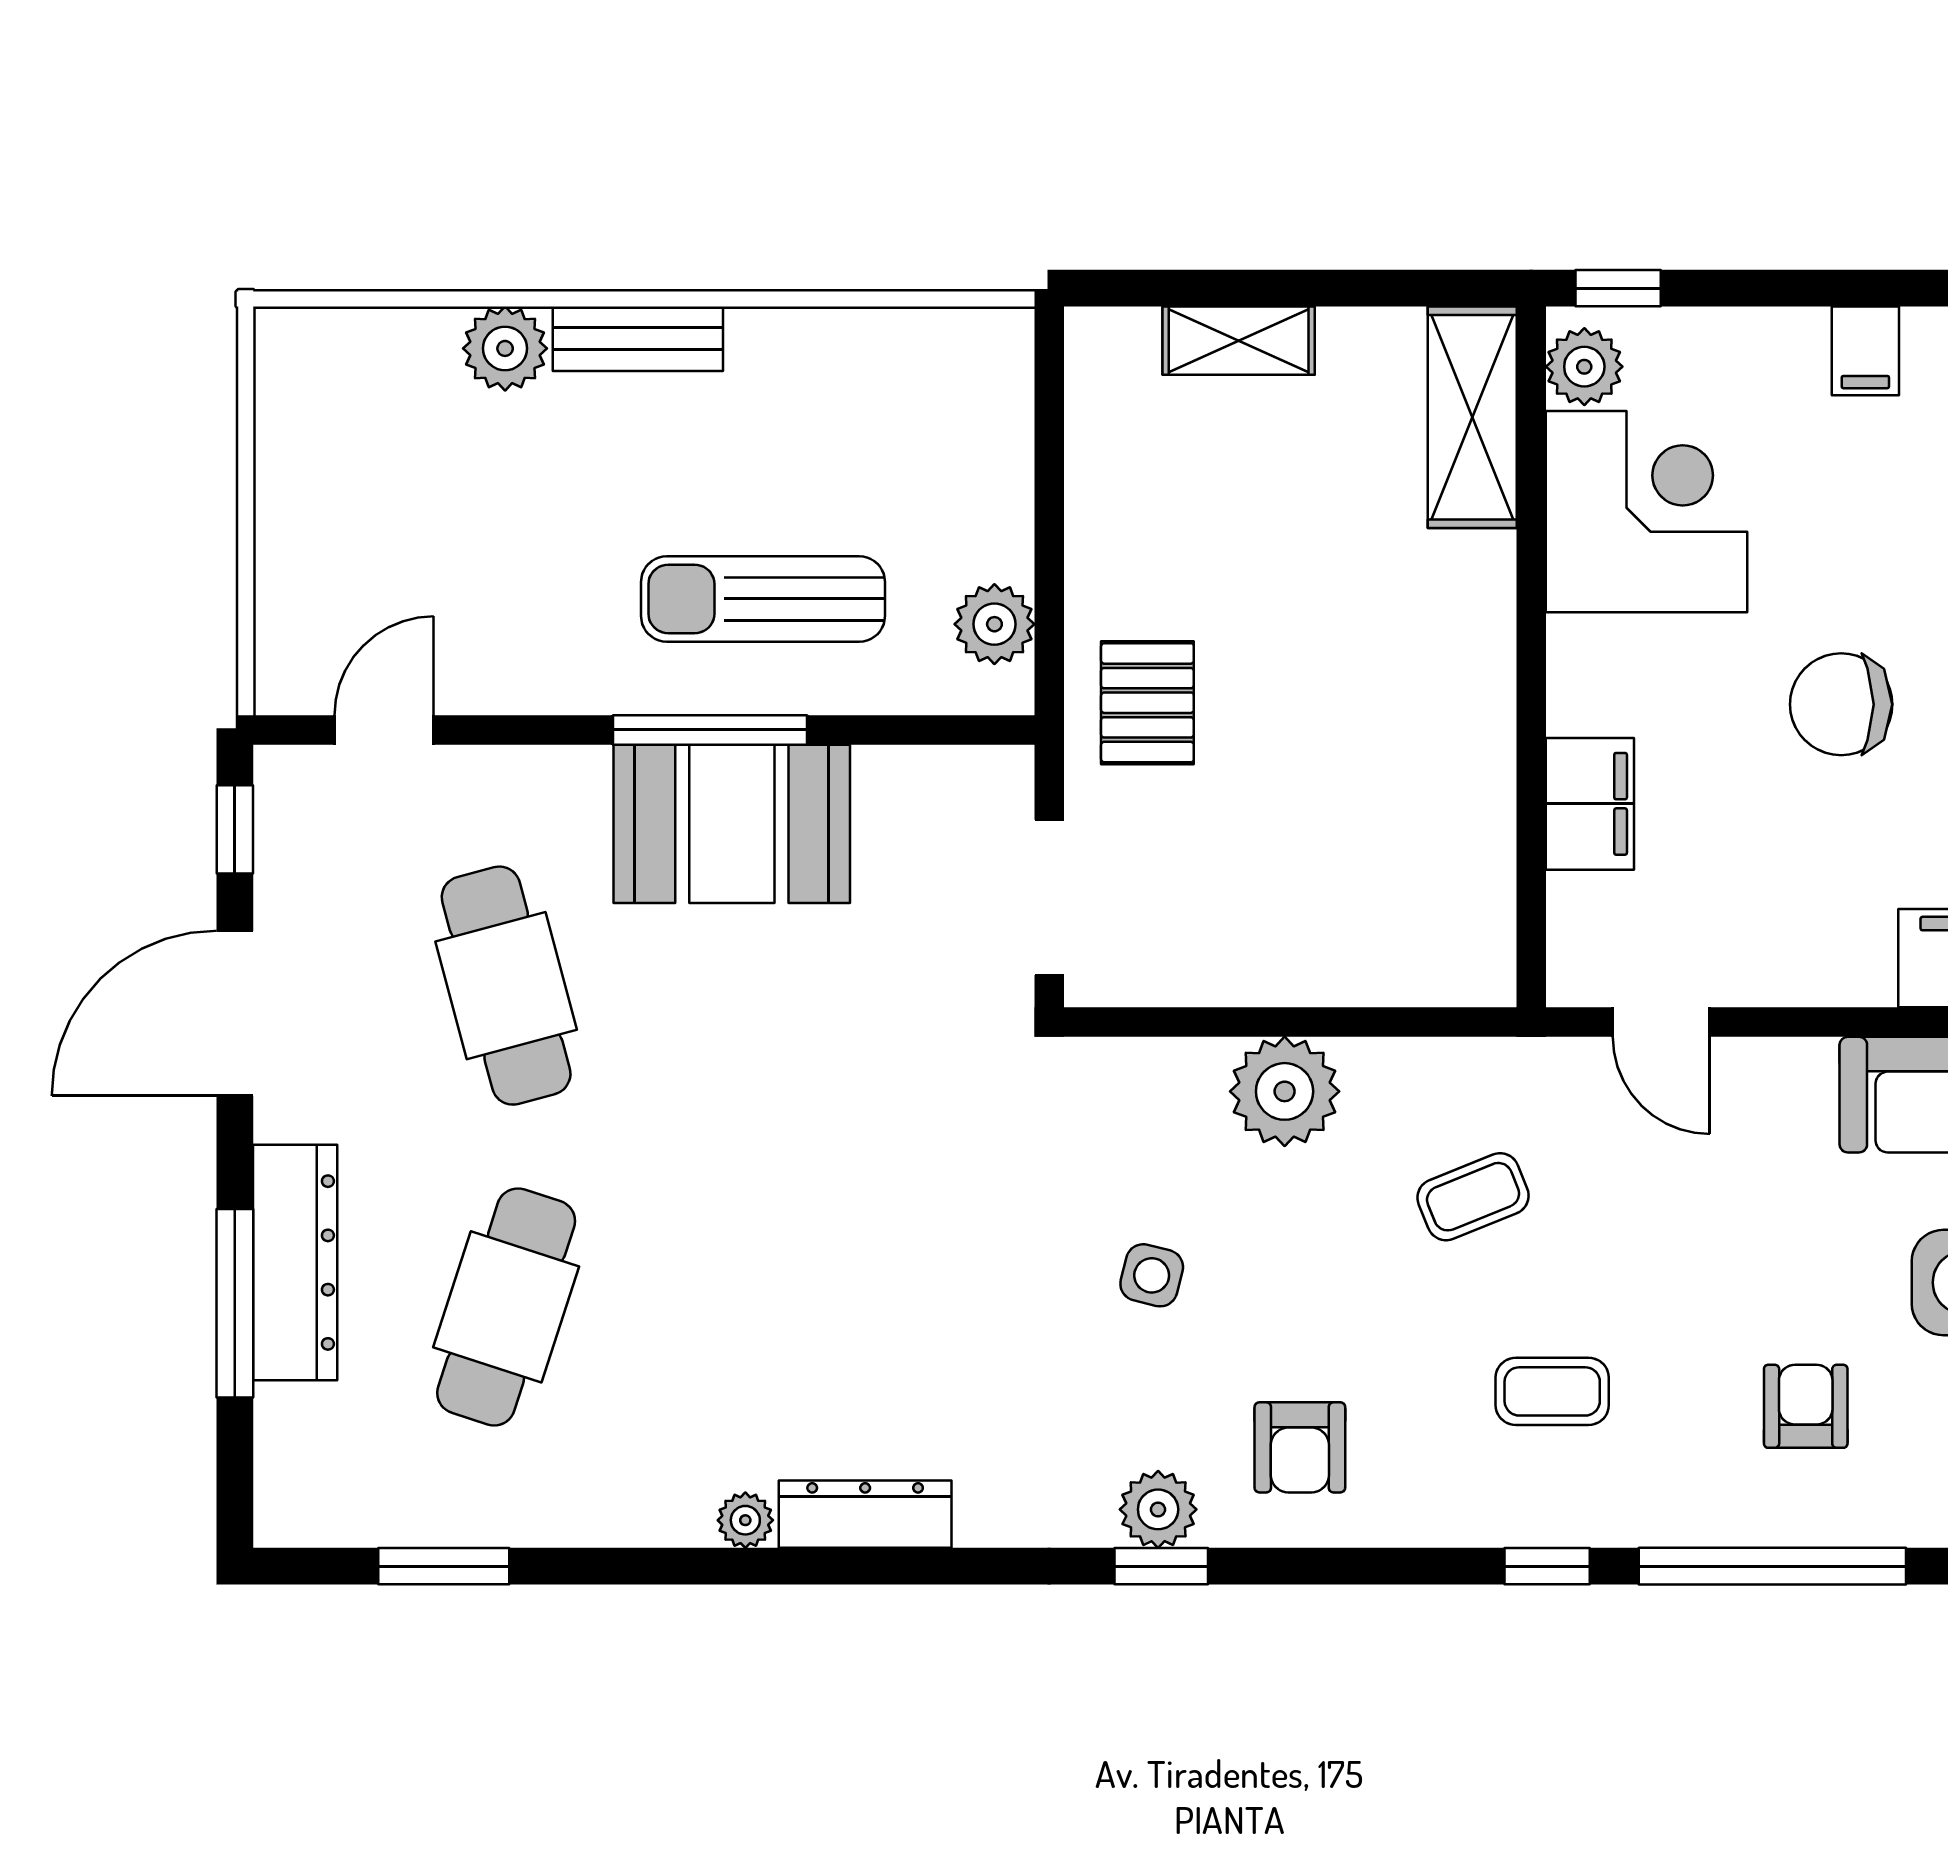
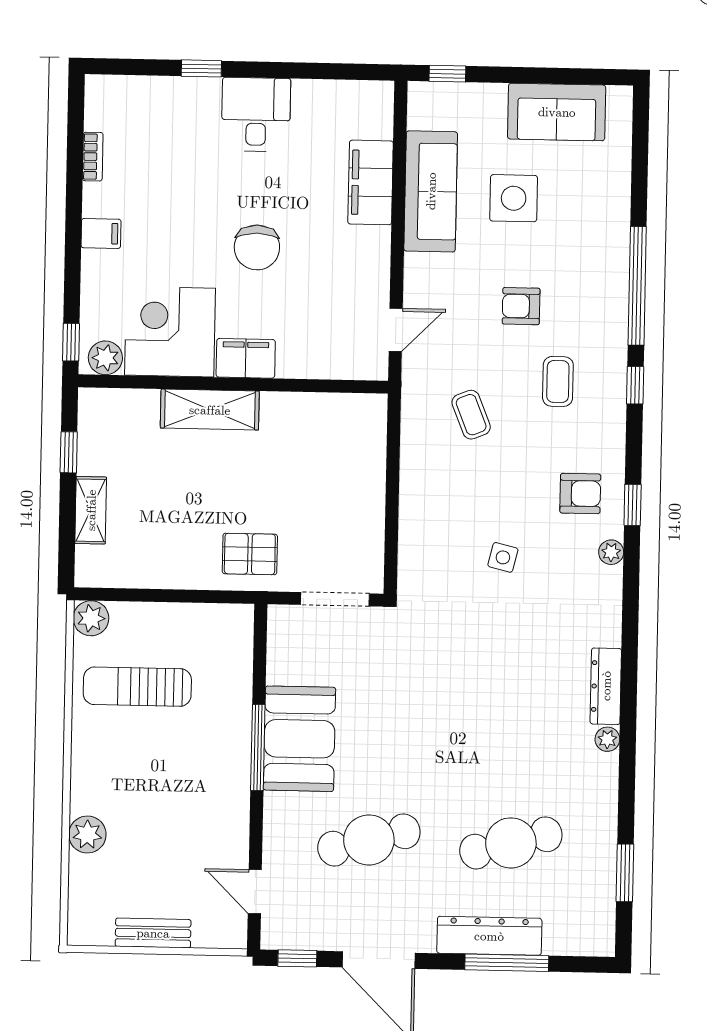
window: (1369, 288) -> (69, 452), added
bench: (638, 339) -> (153, 933), moved, turned 90
shelving: (1472, 417) -> (210, 410), moved
sun lounger: (763, 599) -> (137, 687), moved, turned 90
plant: (994, 624) -> (91, 618), moved
filing cabinet: (1590, 804) -> (246, 358), moved
plant: (1285, 1091) -> (423, 497), removed
cafe table: (506, 1307) -> (511, 843), turned -33
armchair: (1806, 1406) -> (521, 306), moved
plant: (1158, 1509) -> (611, 552), width x0.73, depth x0.73
window: (1161, 1566) -> (633, 505), moved

